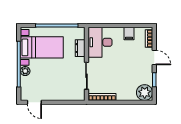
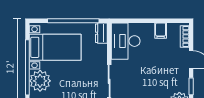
dresser: (80, 48) -> (101, 33), moved
plant: (25, 71) -> (40, 81), width x1.87, depth x1.87

